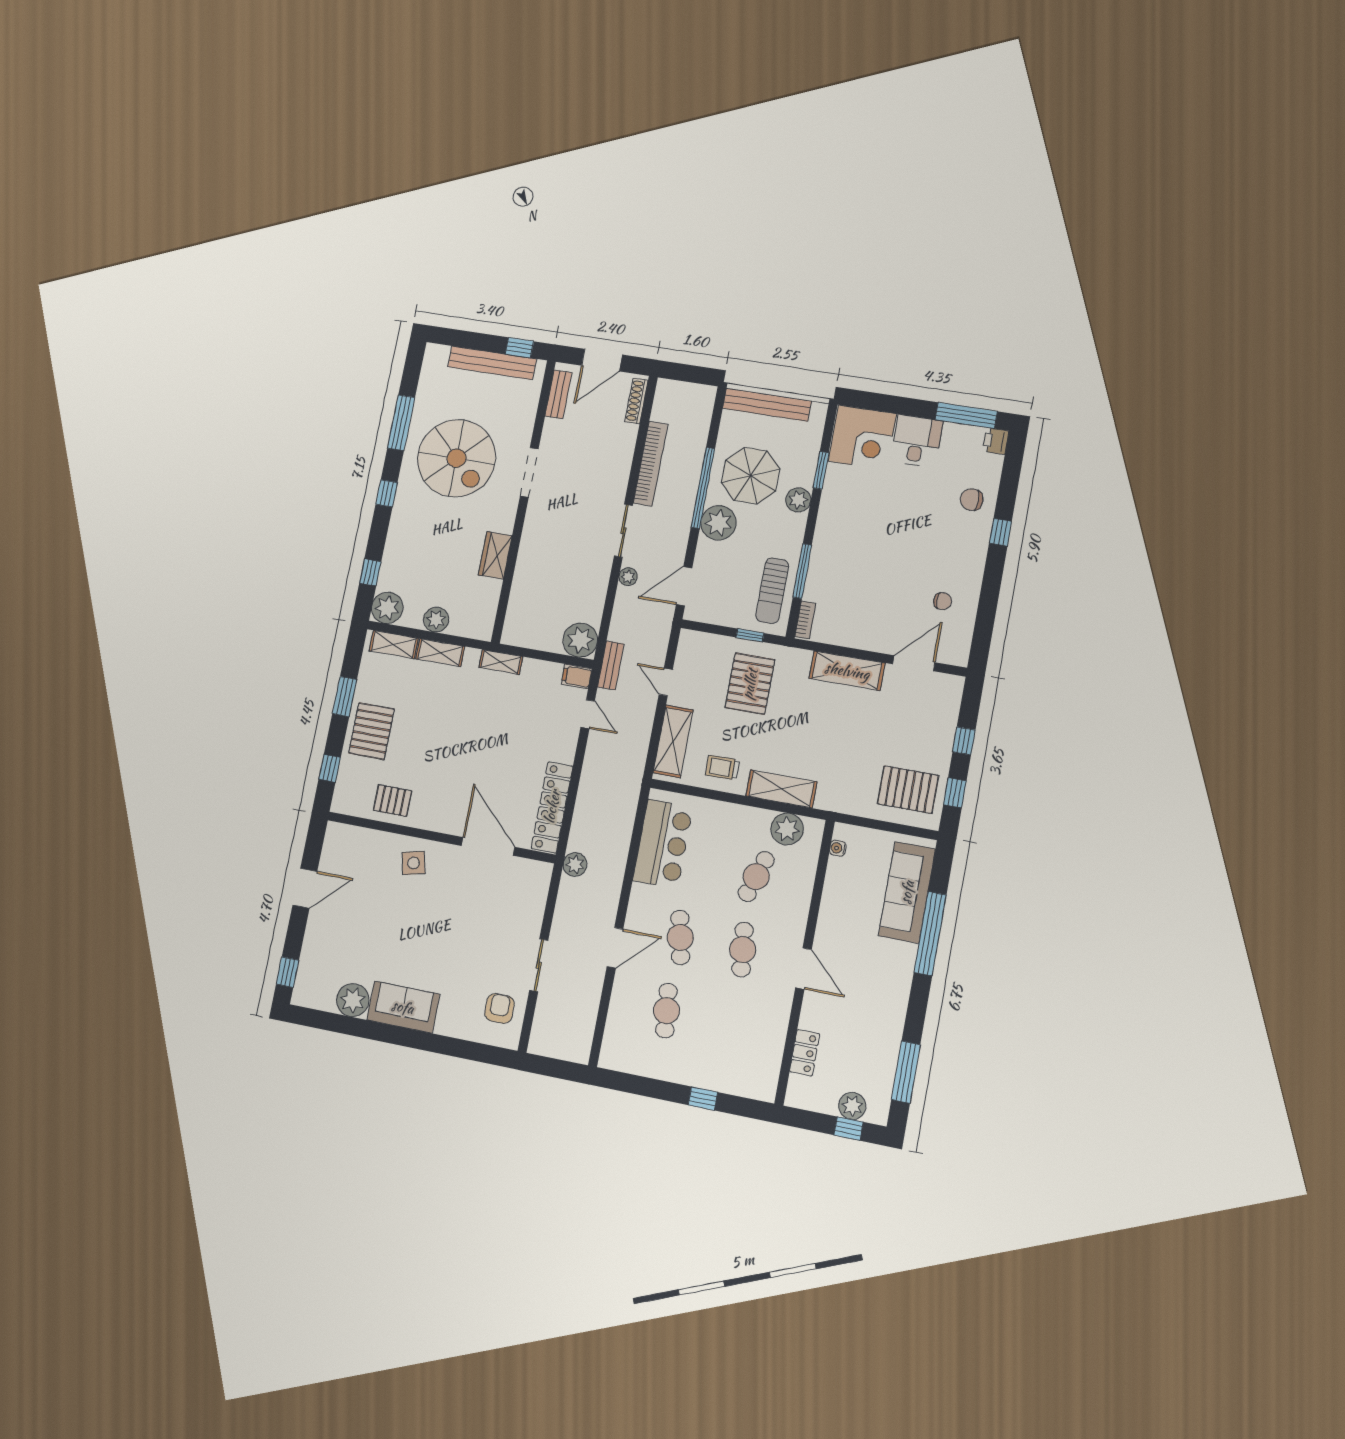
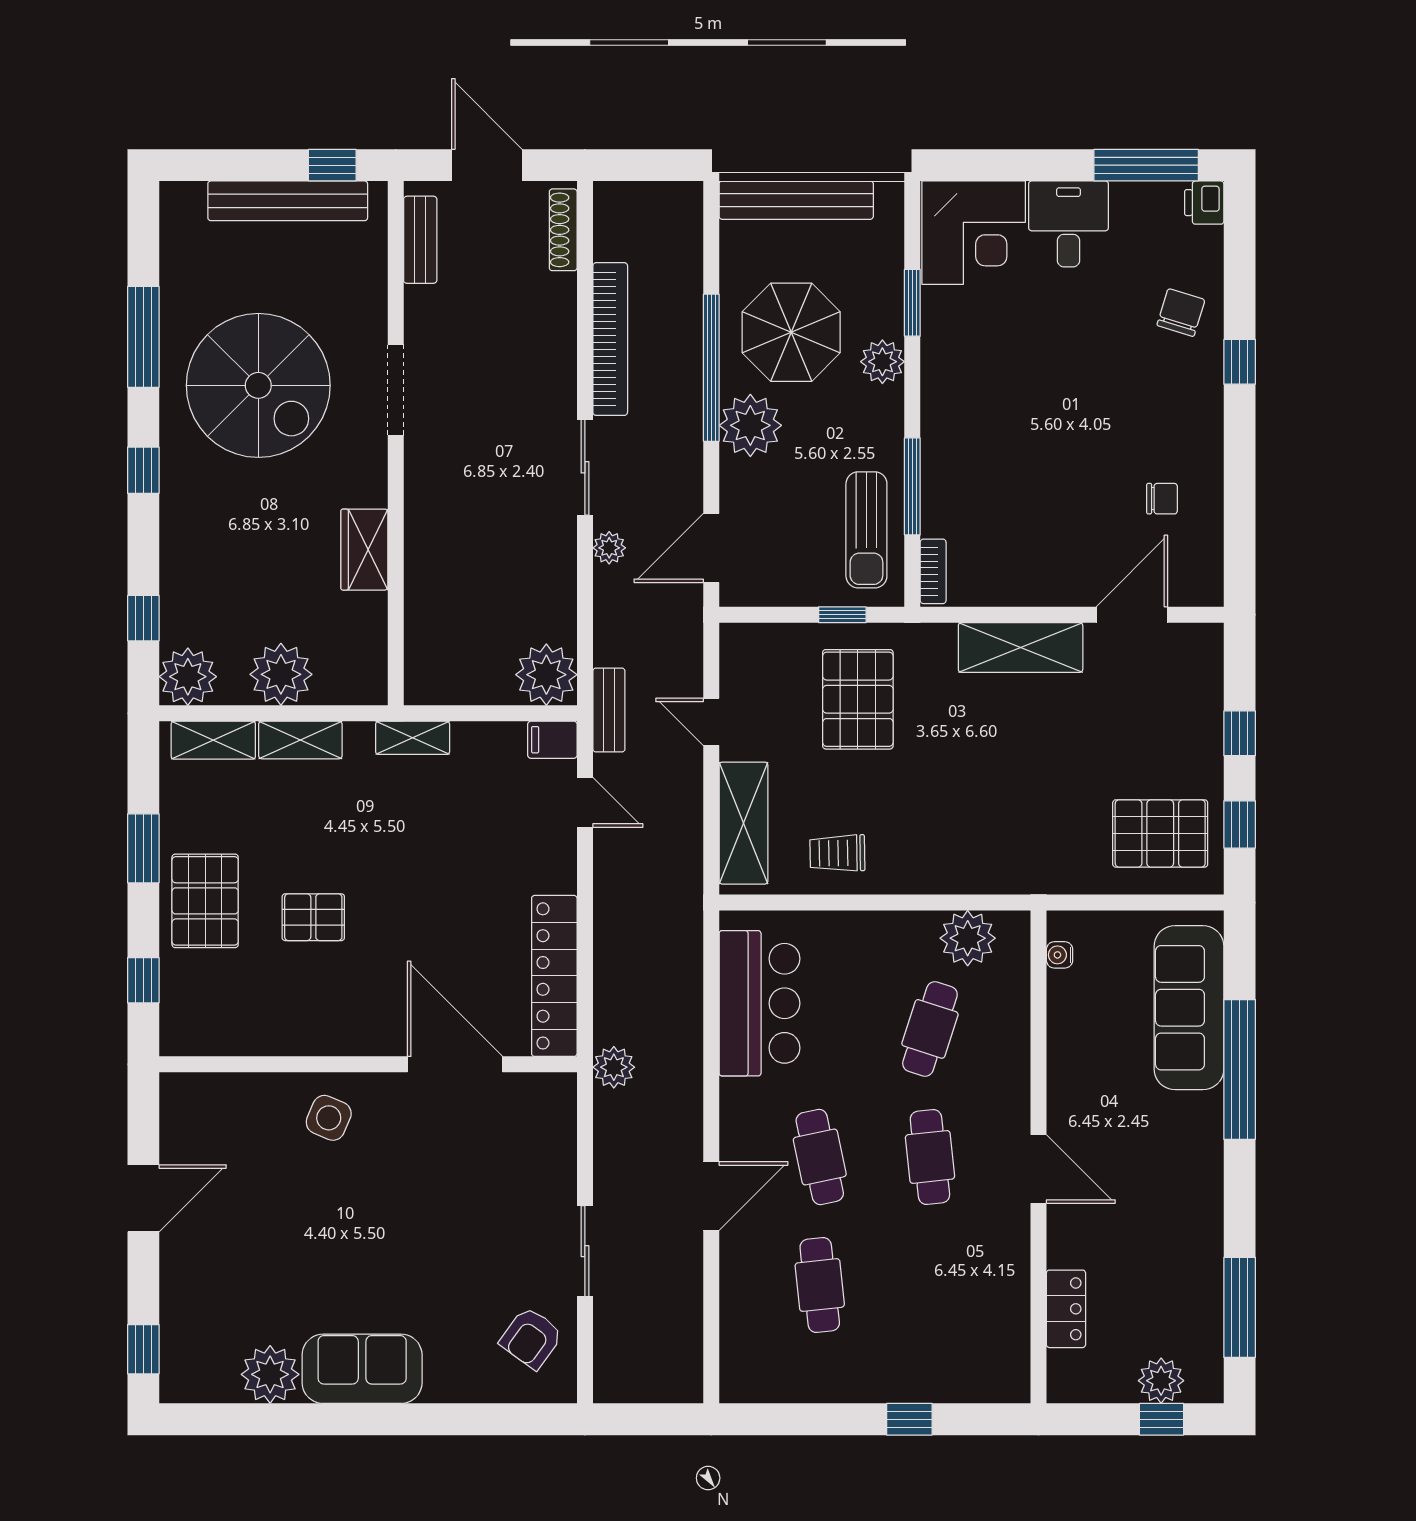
door: (602, 360) -> (487, 165), swing flipped
chair: (972, 500) -> (1181, 313), turned 107
plant: (436, 620) -> (281, 674), width x1.36, depth x1.36
shelving: (781, 789) -> (946, 871), removed
pallet: (393, 801) -> (313, 917), moved
side table: (413, 863) -> (329, 1118), turned 37
armchair: (499, 1008) -> (531, 1338), turned -144

